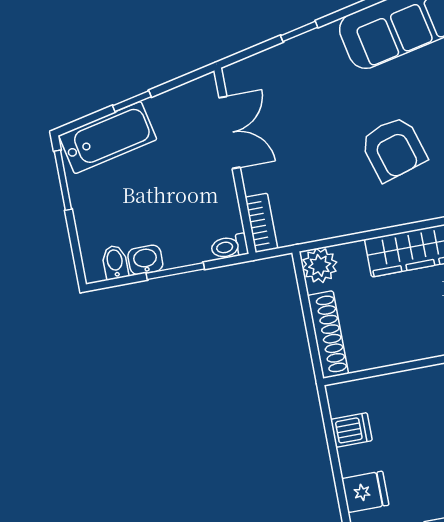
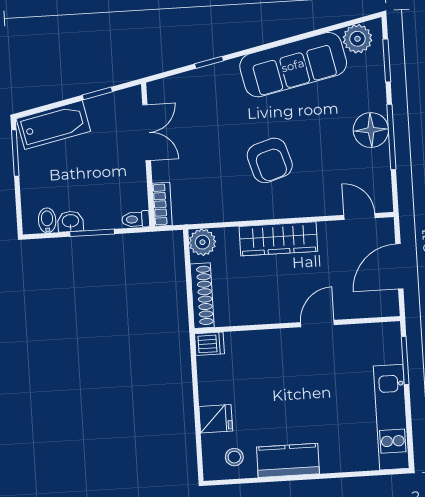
window: (132, 101) -> (97, 93), moved
dishwasher: (351, 430) -> (209, 344), moved

